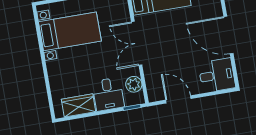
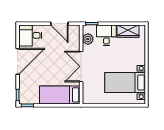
door: (228, 35) -> (18, 61), hinge flipped
double door: (137, 43) -> (81, 66), swing flipped

